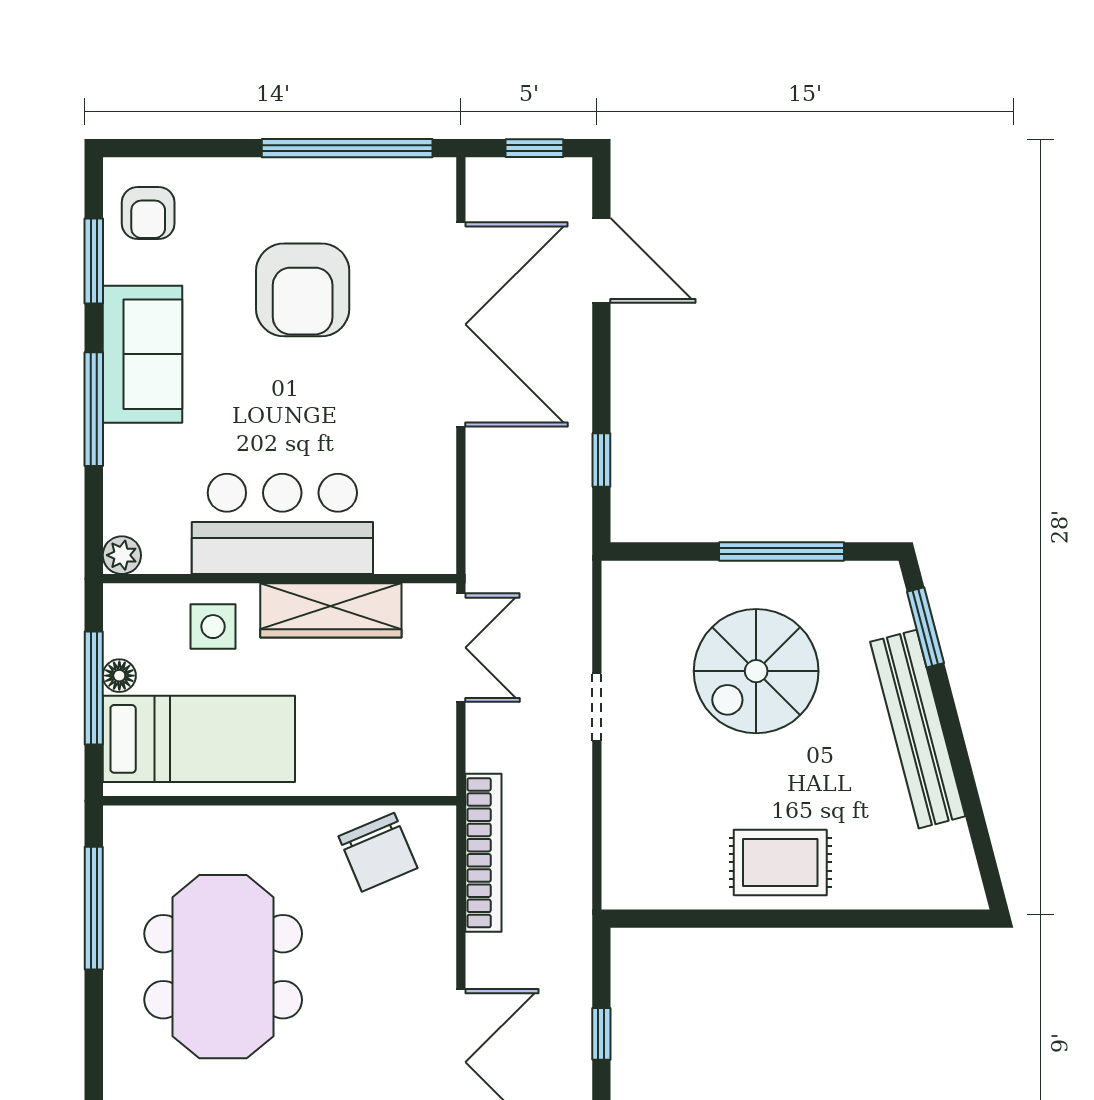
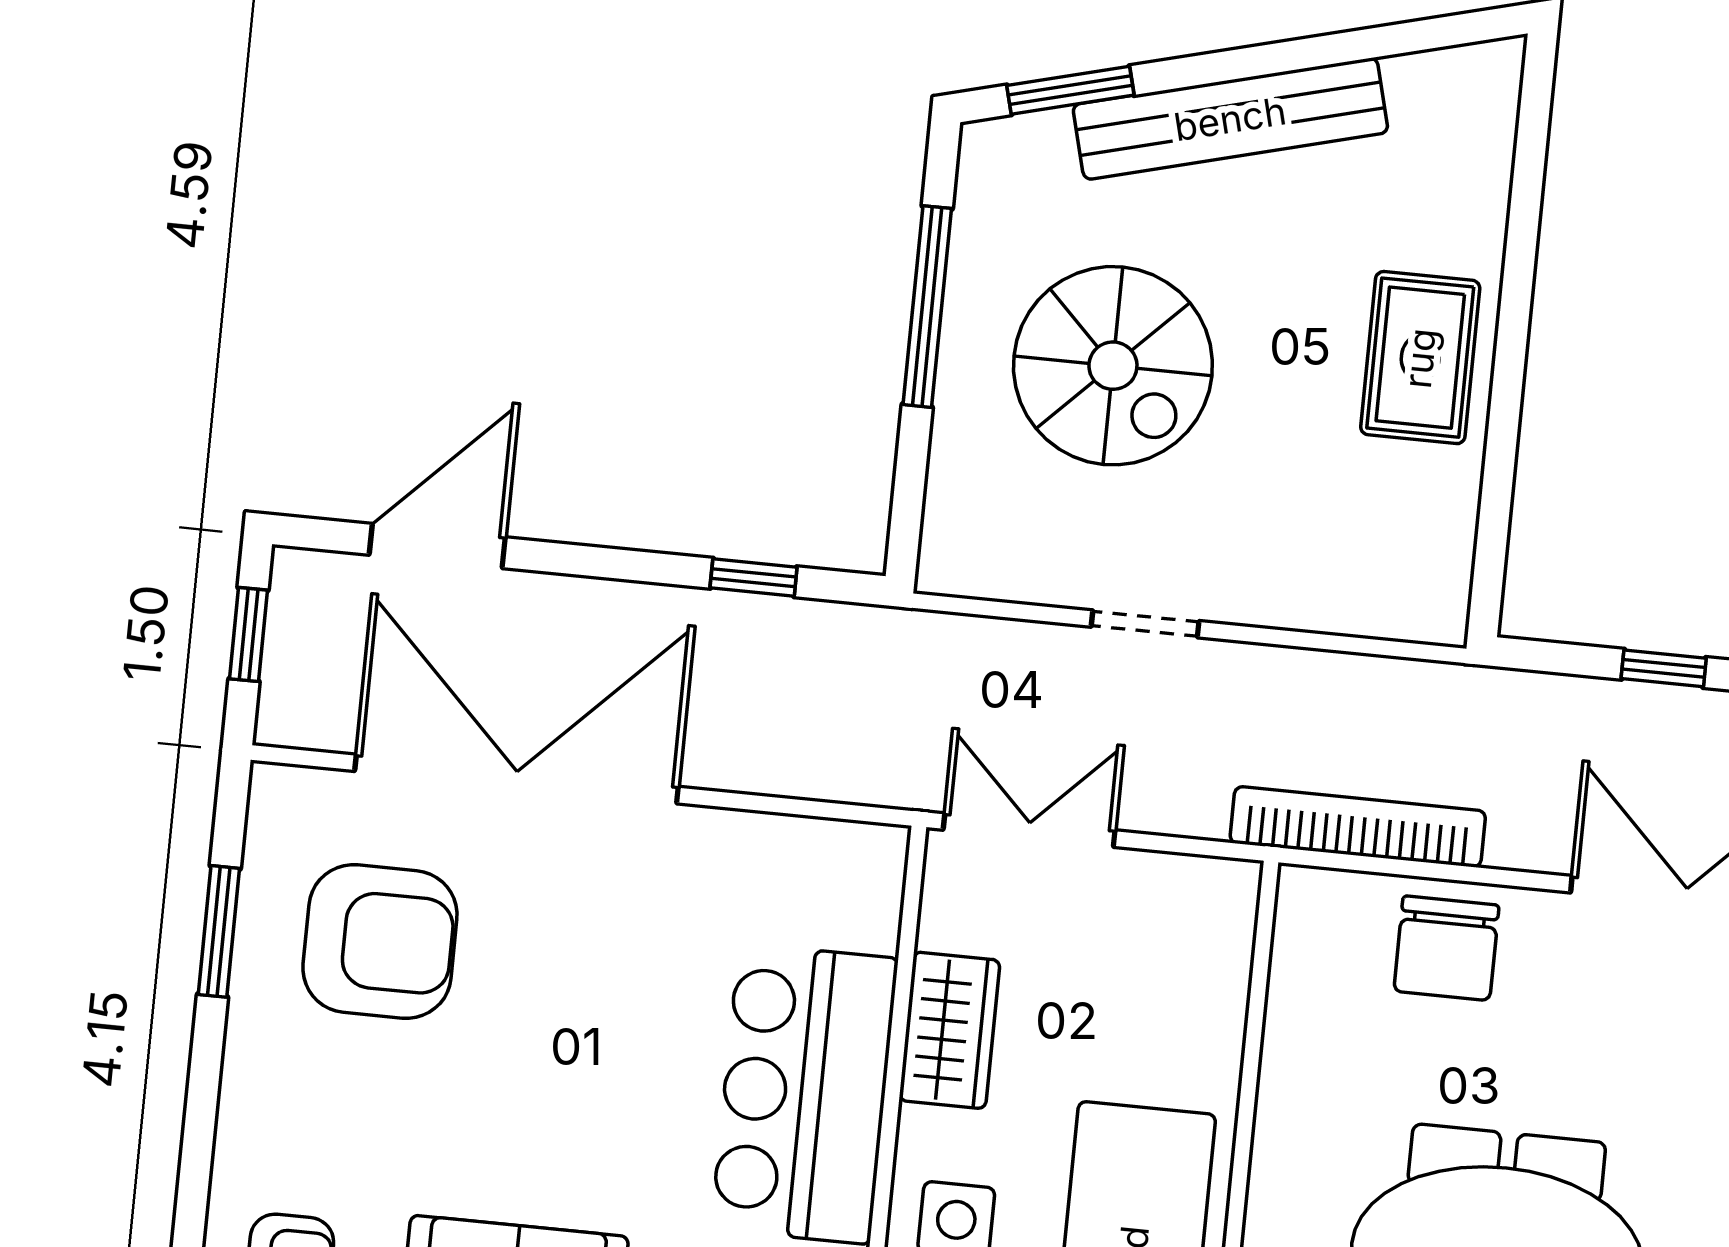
window: (347, 148) -> (219, 931), width x0.47
armchair: (303, 290) -> (380, 941), moved
wardrobe: (331, 610) -> (949, 1030), width x0.67
chair: (378, 852) -> (1446, 948), moved, turned 113

